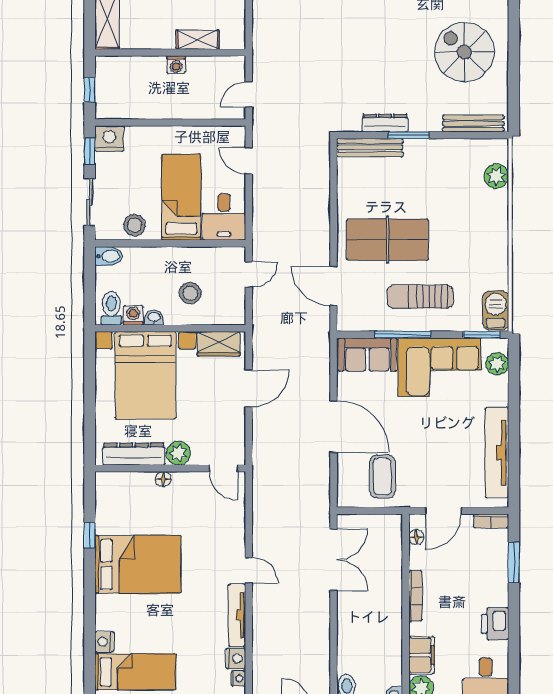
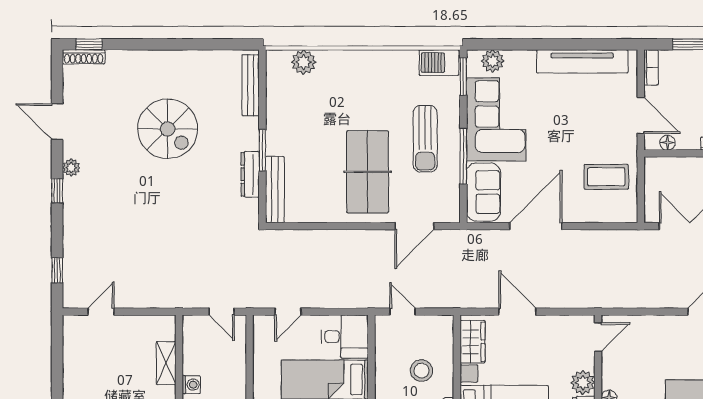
spiral stairs: (464, 52) -> (168, 129), moved, turned -90
door: (334, 427) -> (536, 226), moved

